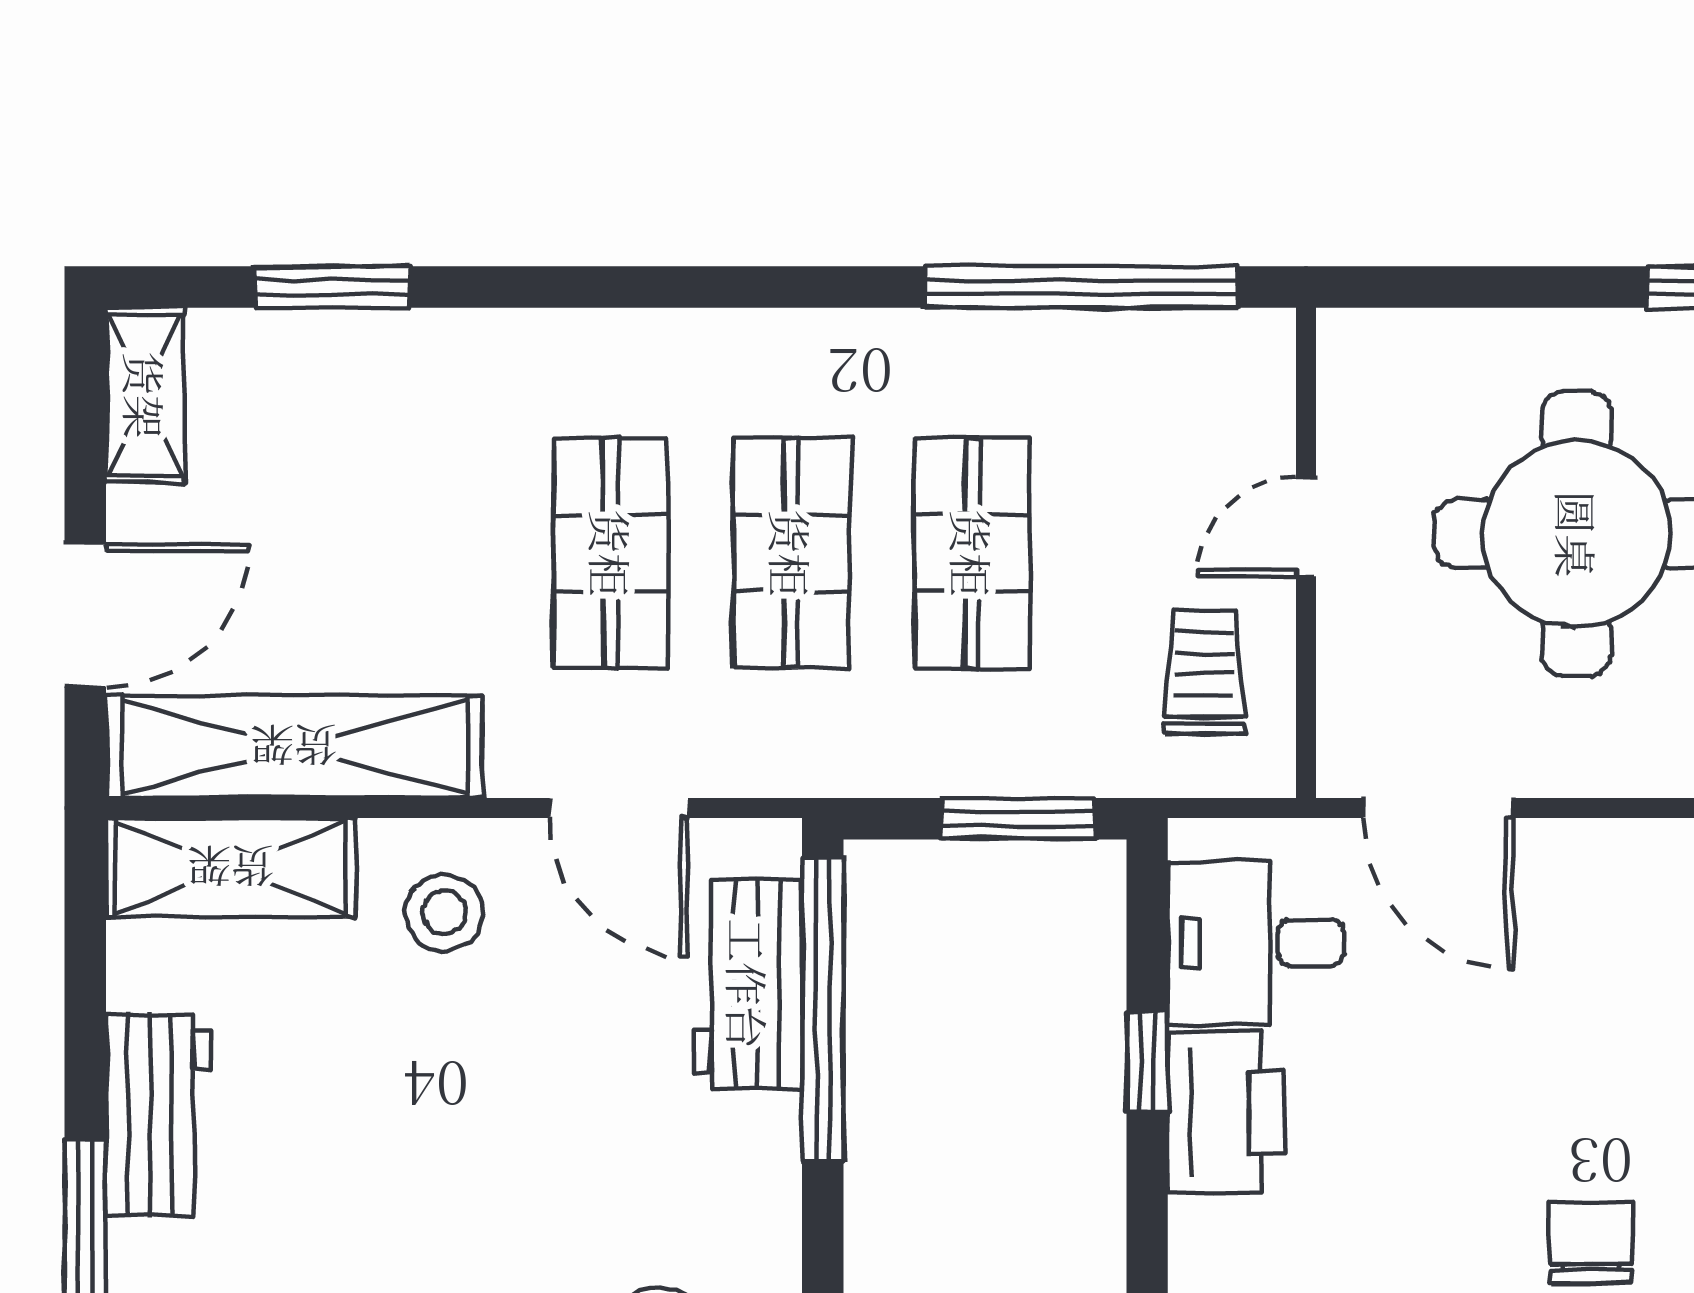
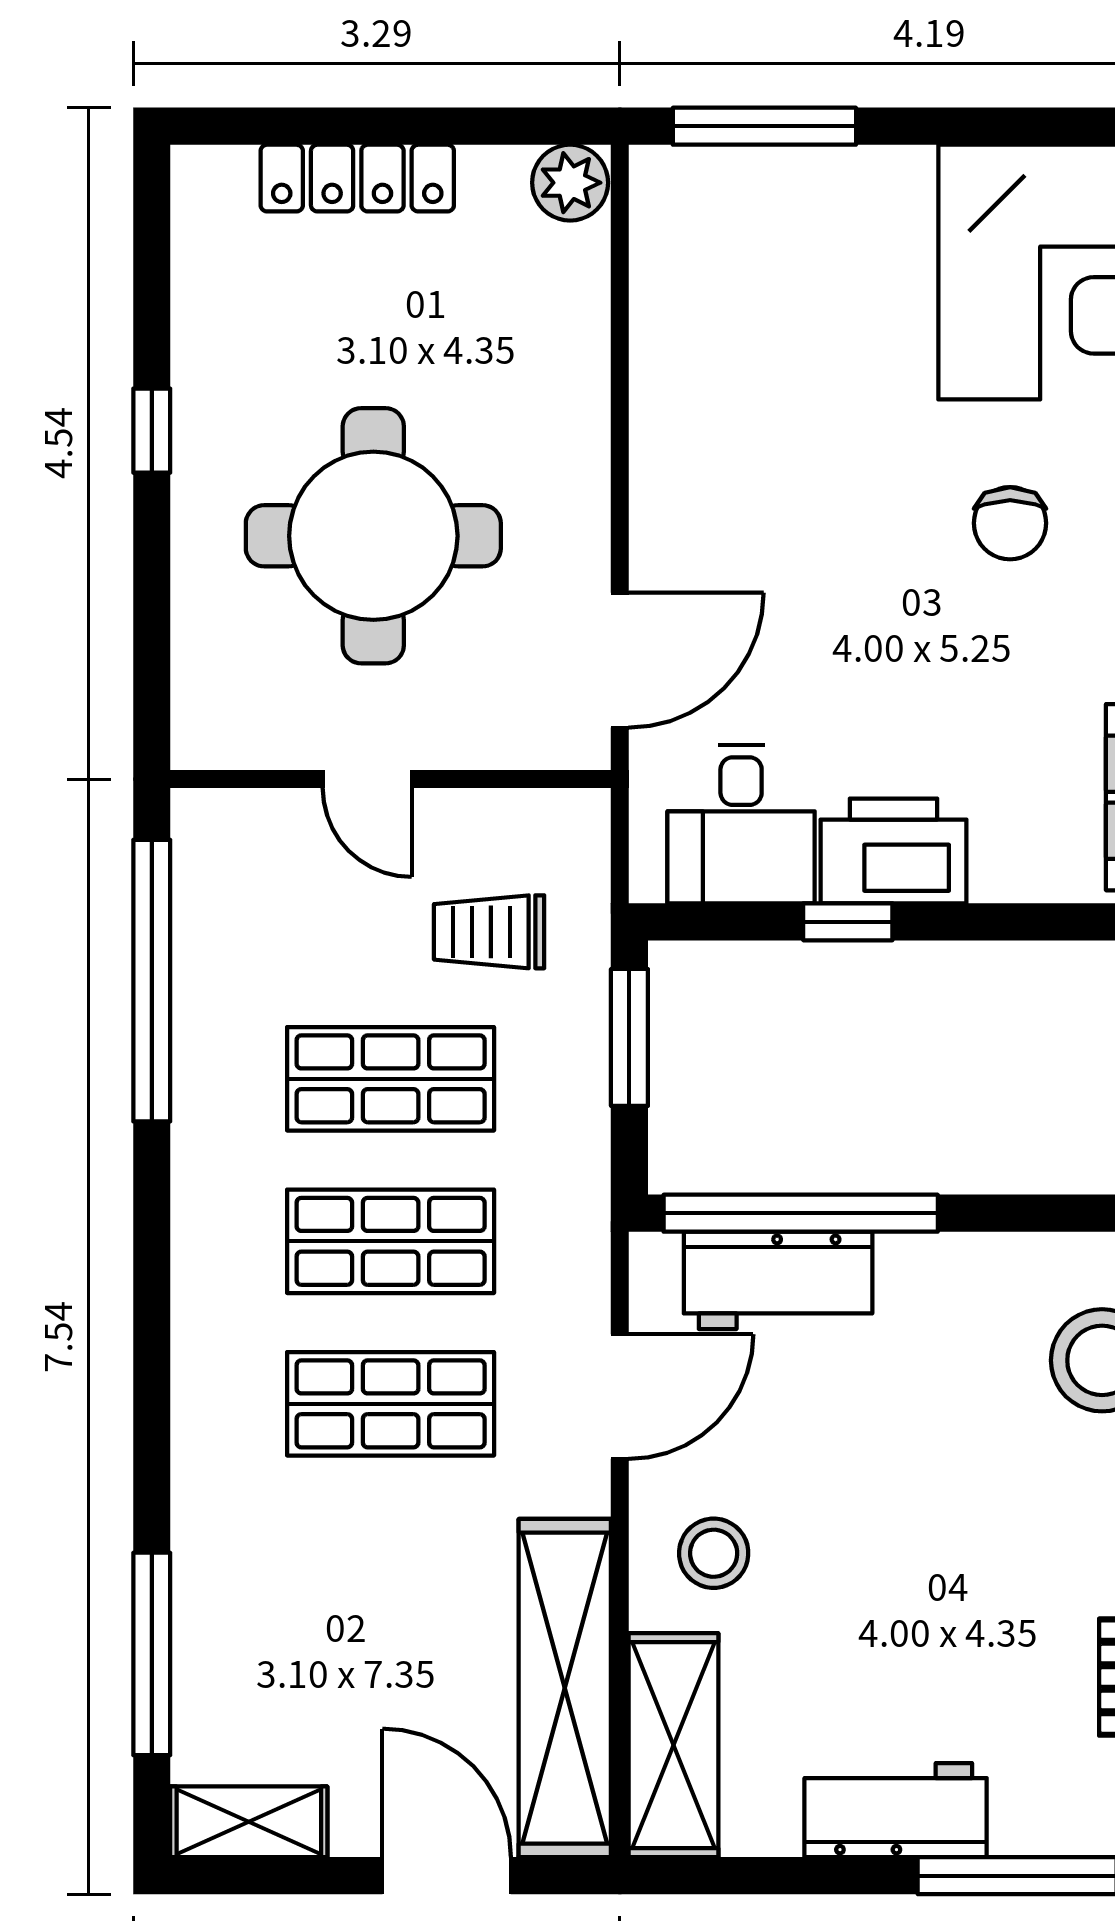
window: (332, 287) -> (152, 1654), width x1.44
trolley: (1205, 672) -> (489, 932), moved
chair: (1591, 1242) -> (1010, 523), turned -90

